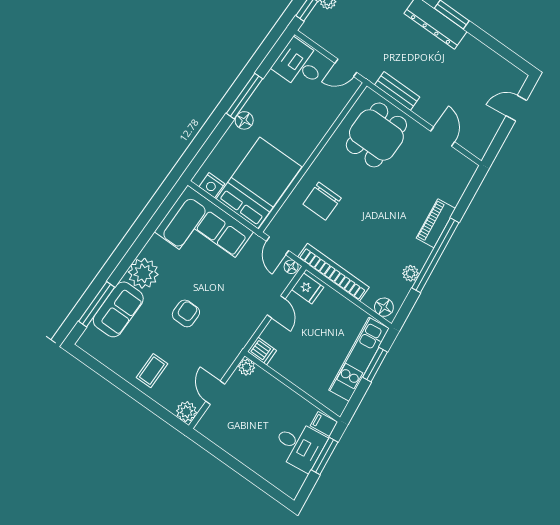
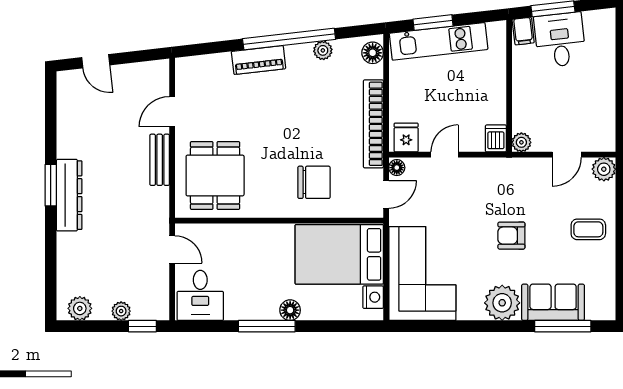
bench: (397, 91) -> (160, 160), moved
dining table: (376, 135) -> (215, 175), turned 90

